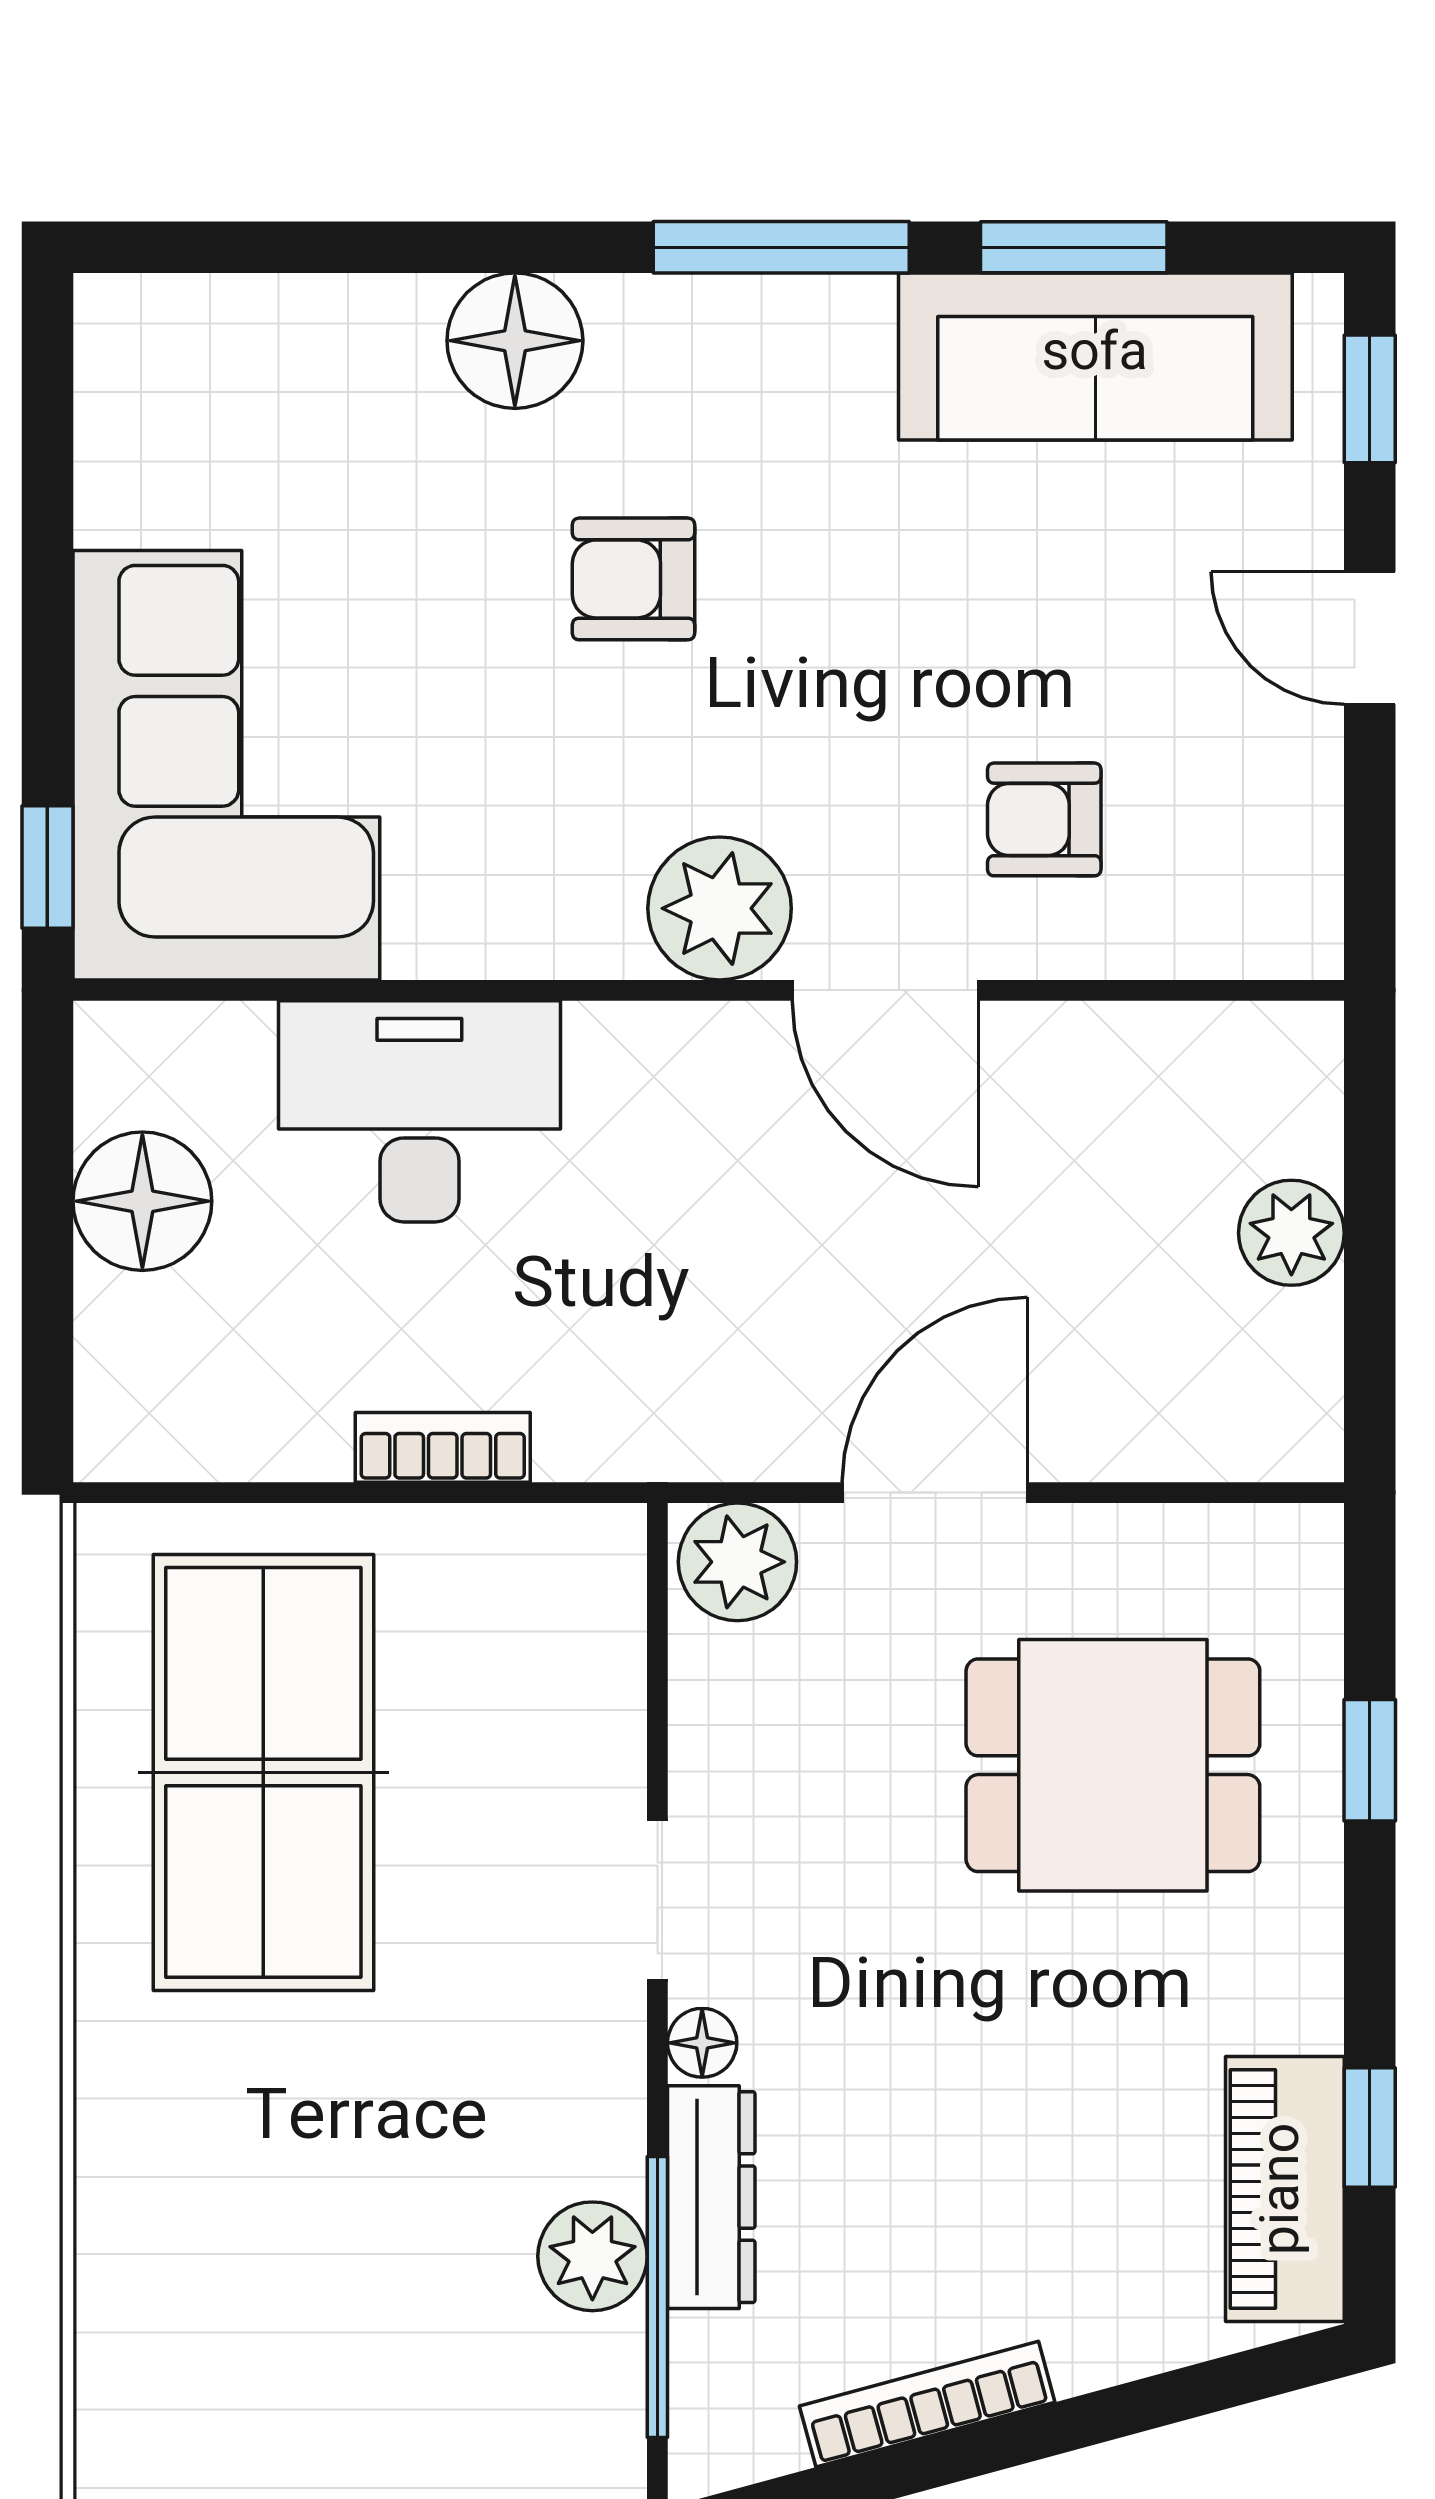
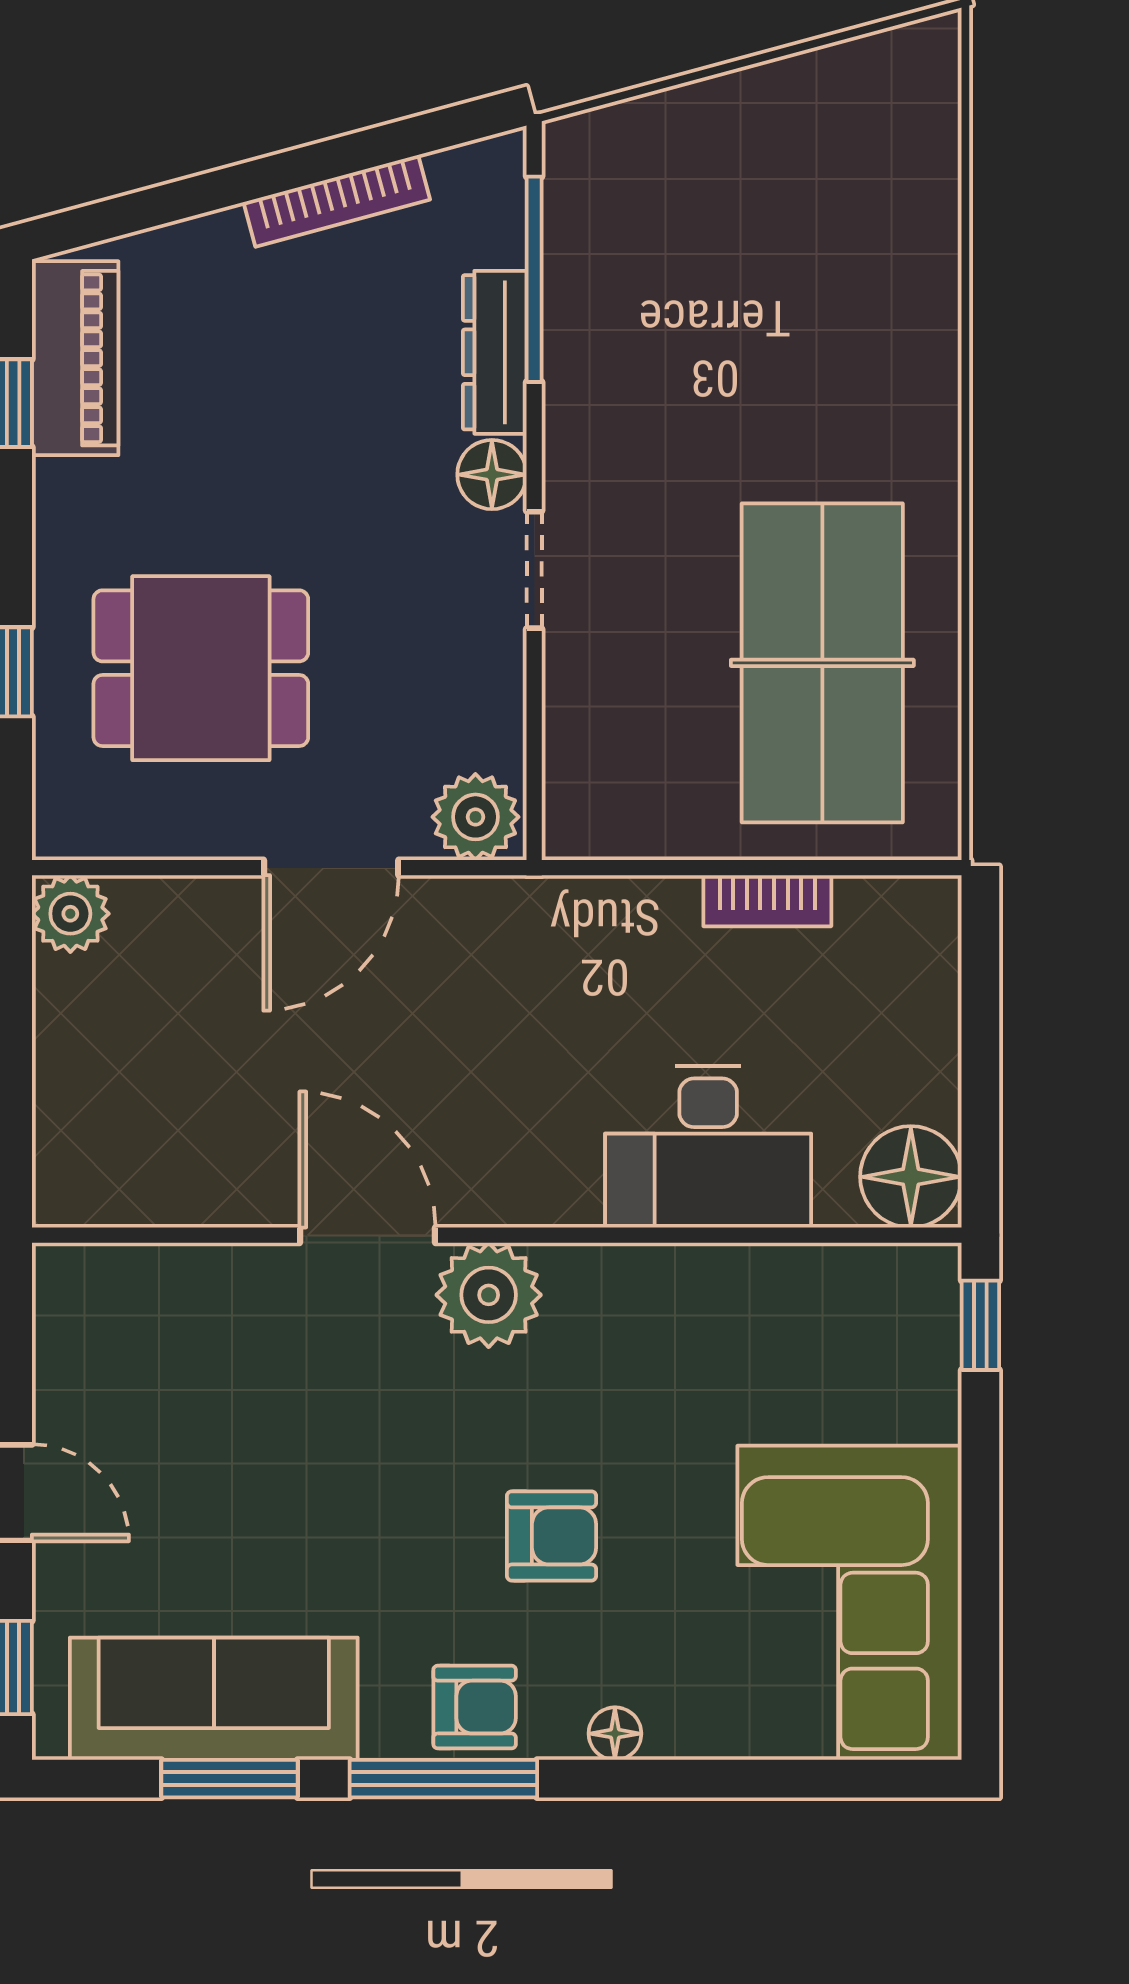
floor lamp: (515, 341) -> (615, 1734), width x0.53, depth x0.53
corner sofa: (226, 765) -> (849, 1603), moved
armchair: (1044, 819) -> (475, 1707), moved
floor lamp: (142, 1201) -> (911, 1177), moved
plant: (1291, 1233) -> (70, 914), moved
bookcase: (443, 1447) -> (767, 901), moved
floor lamp: (702, 2043) -> (492, 475), width x1.37, depth x1.37
plant: (592, 2256) -> (582, 309), removed

